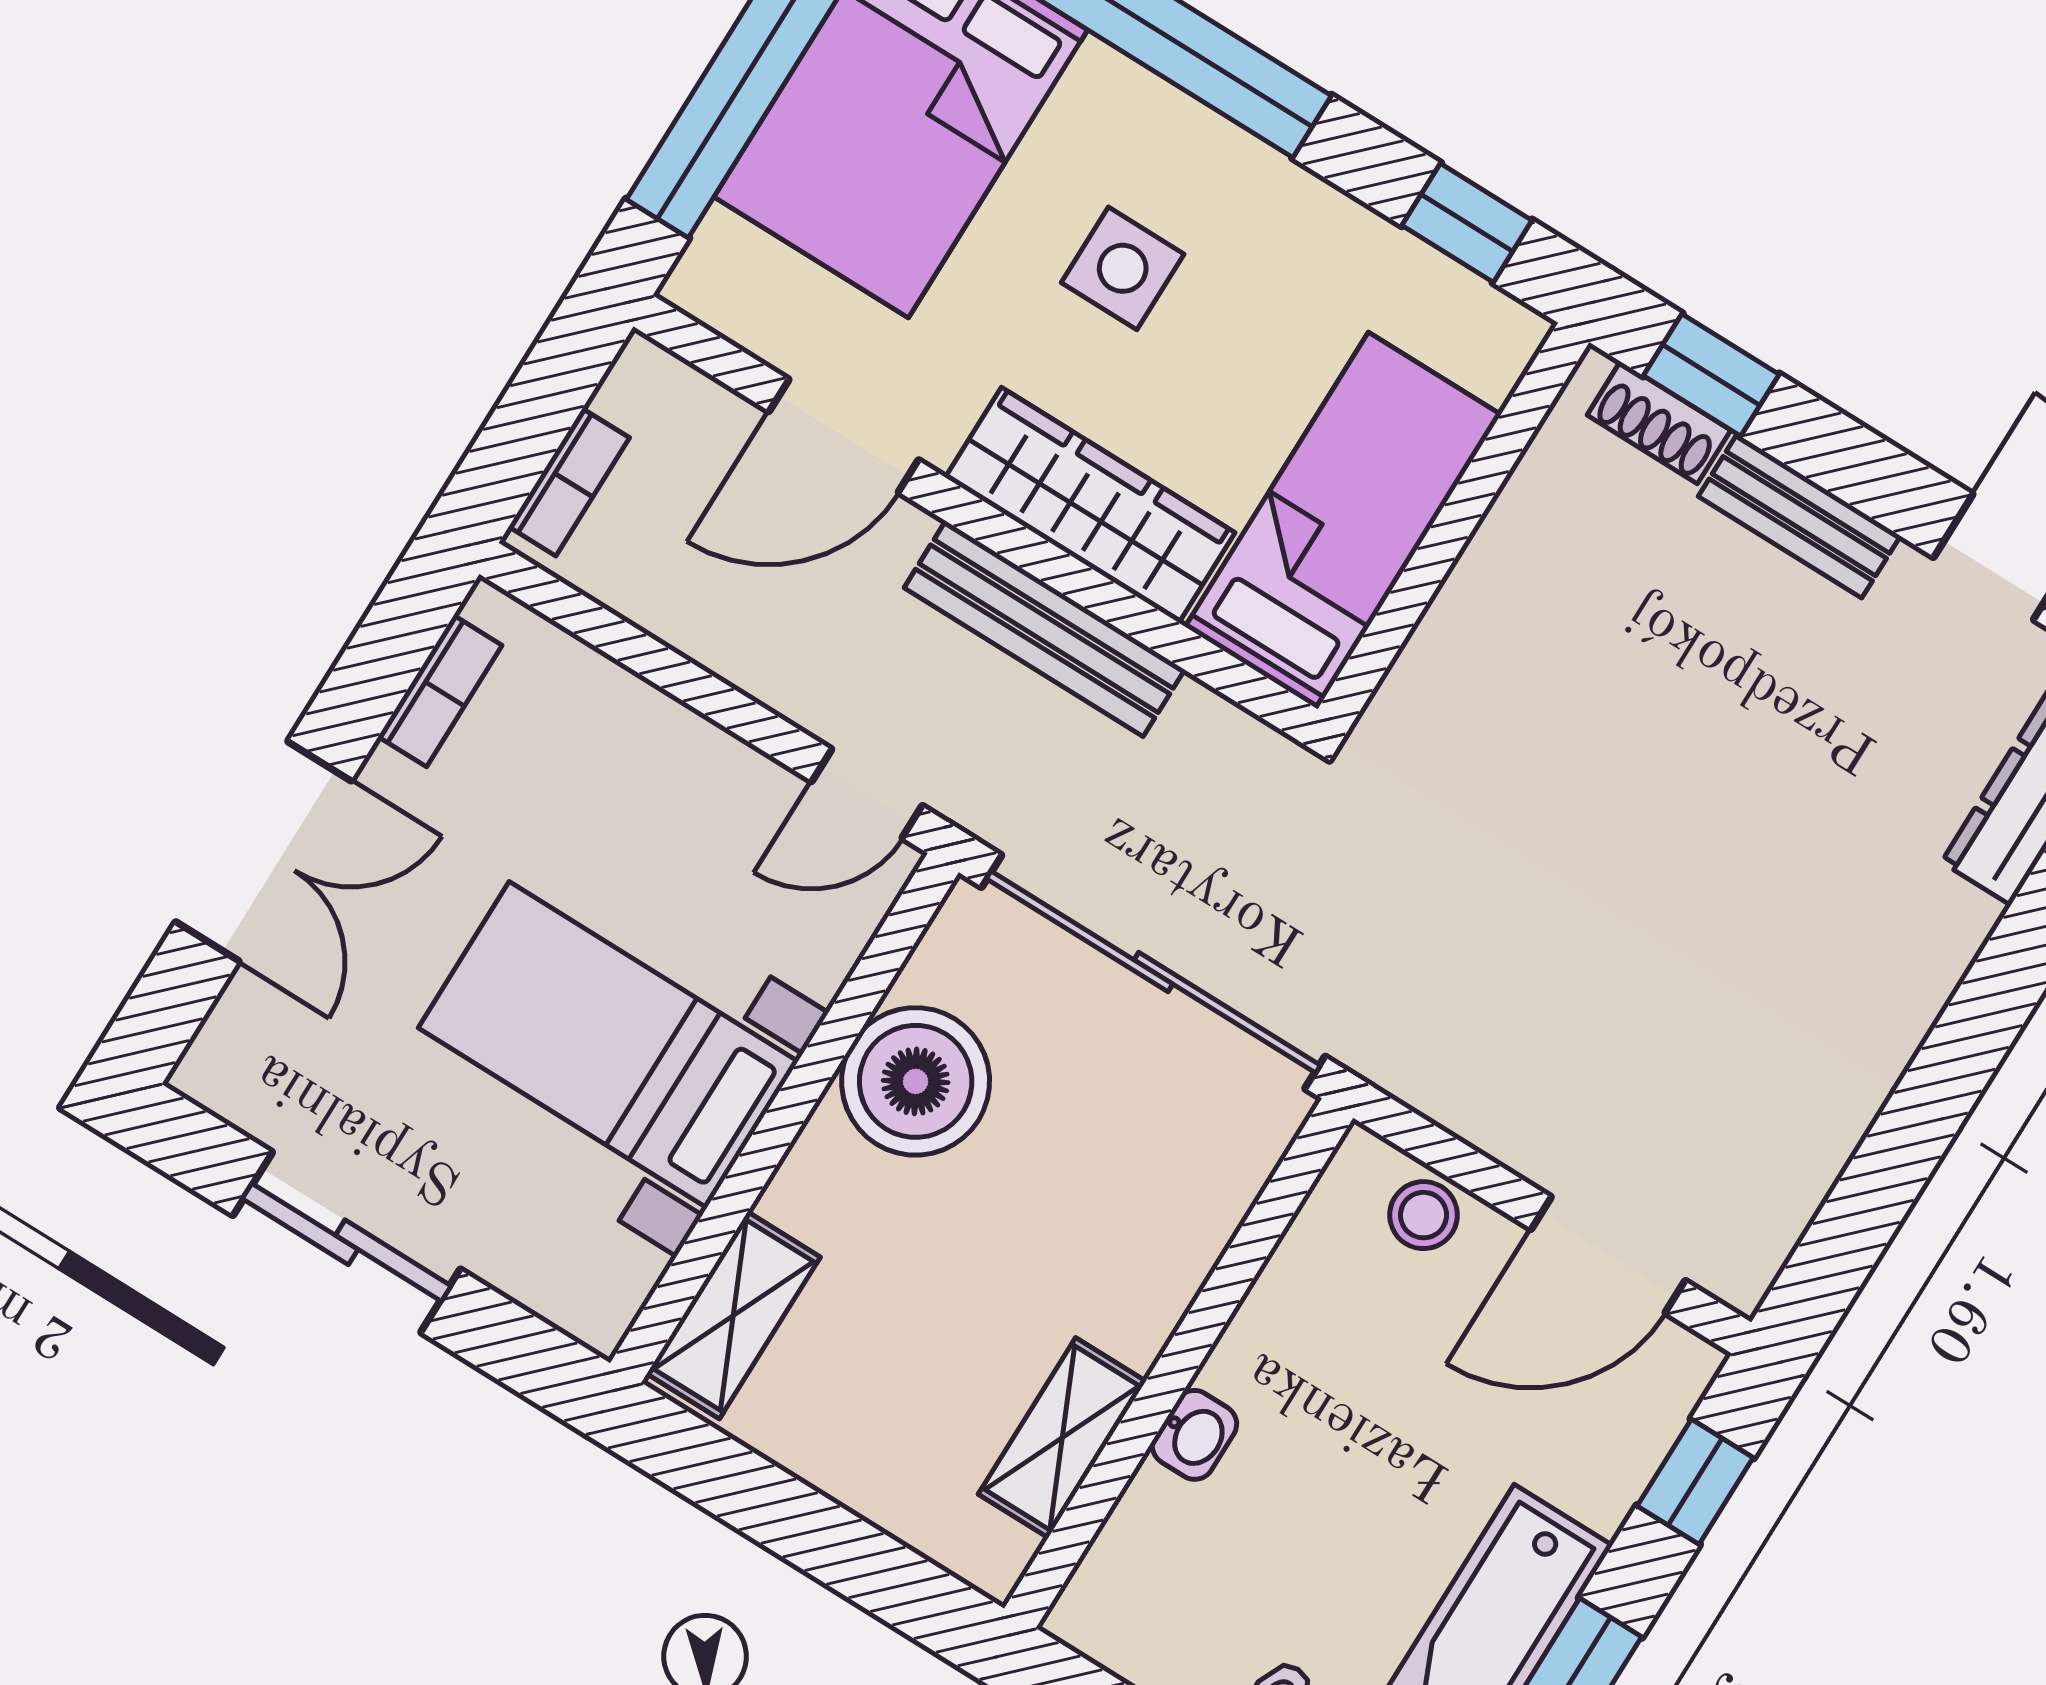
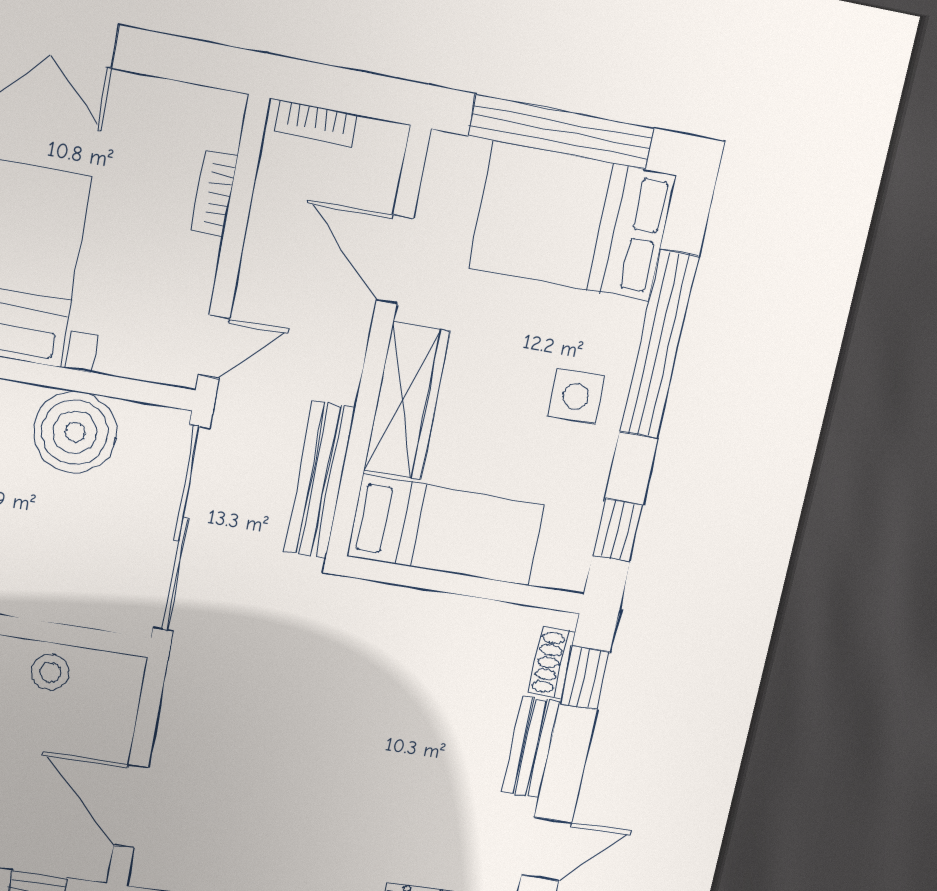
side table: (1123, 268) -> (576, 396), moved
bench: (1044, 629) -> (320, 480), moved
bookcase: (440, 691) -> (215, 194), moved, turned 90
door: (867, 794) -> (214, 347), swing flipped
stool: (1424, 1215) -> (50, 672), moved

